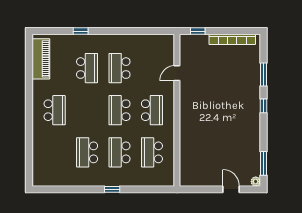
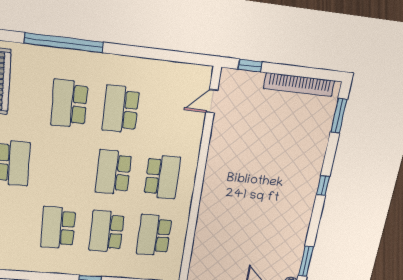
window: (81, 31) -> (64, 43), width x3.17
school desk: (87, 68) -> (69, 104), turned 180
door: (177, 73) -> (212, 101), moved
window: (264, 74) -> (339, 116), moved

